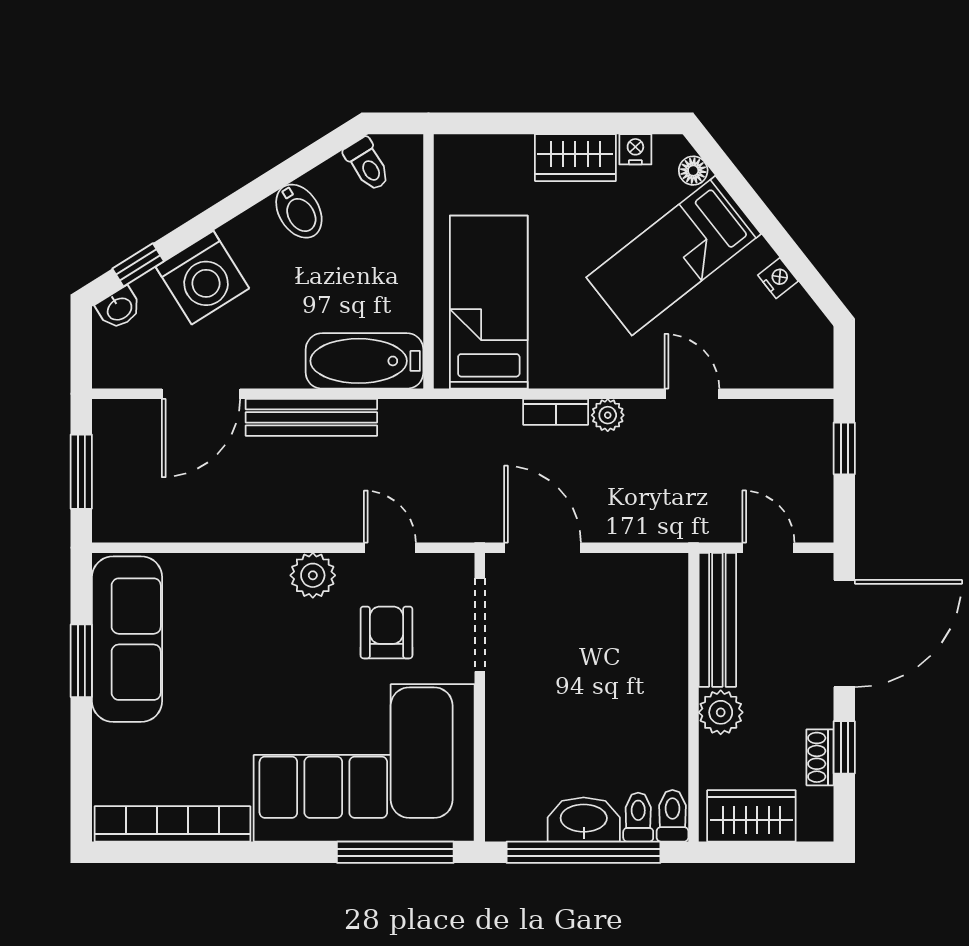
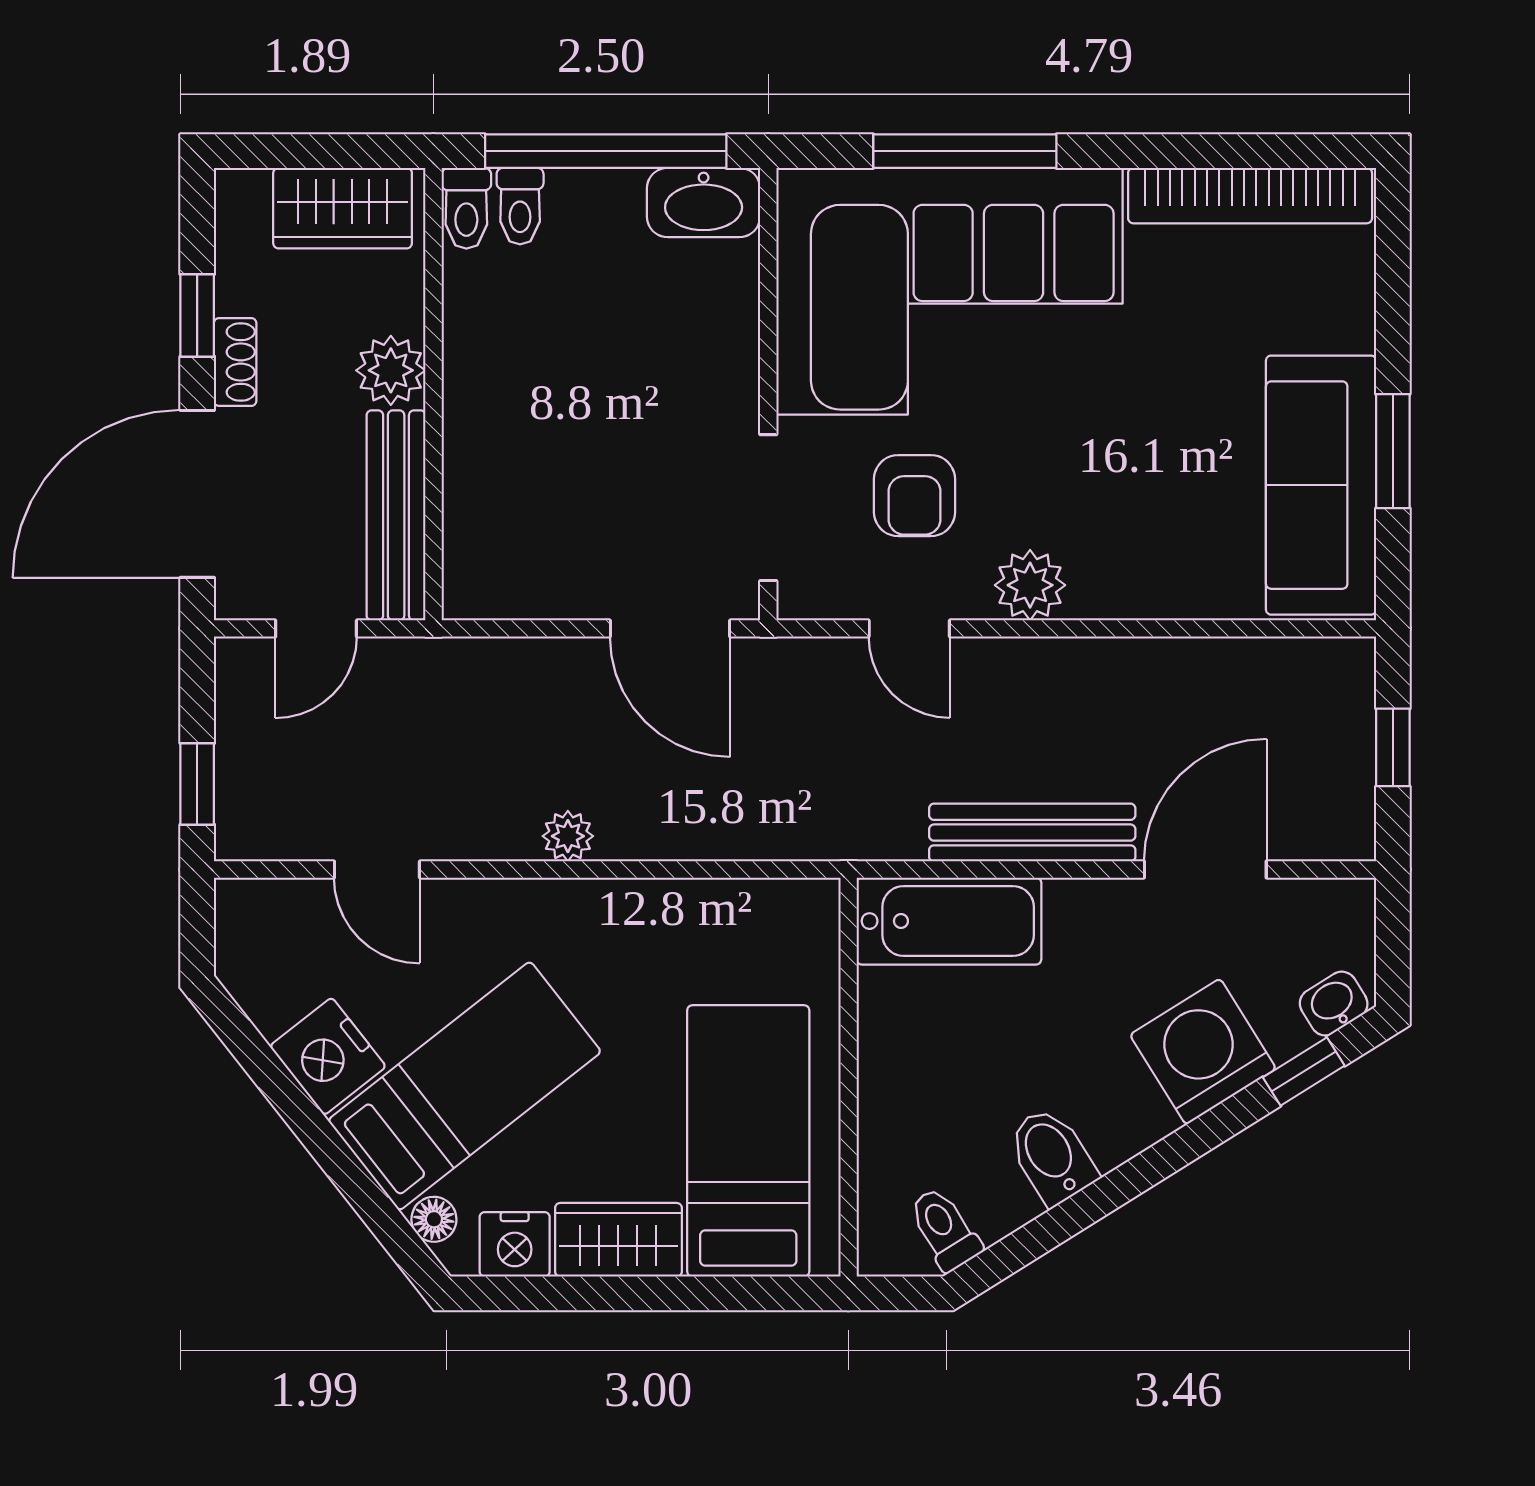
nightstand: (635, 149) -> (515, 1244), width x1.39, depth x1.35
nightstand: (778, 278) -> (328, 1056), width x1.89, depth x1.79
bed: (489, 302) -> (748, 1141), moved, turned 180
door: (692, 394) -> (377, 869), moved
bookcase: (556, 412) -> (649, 841), removed
window: (81, 472) -> (1393, 747), width x0.67
door: (768, 548) -> (316, 628), hinge flipped
shoe rack: (820, 757) -> (235, 362), moved
washbasin: (584, 819) -> (704, 202), moved
window: (395, 852) -> (965, 151), moved

